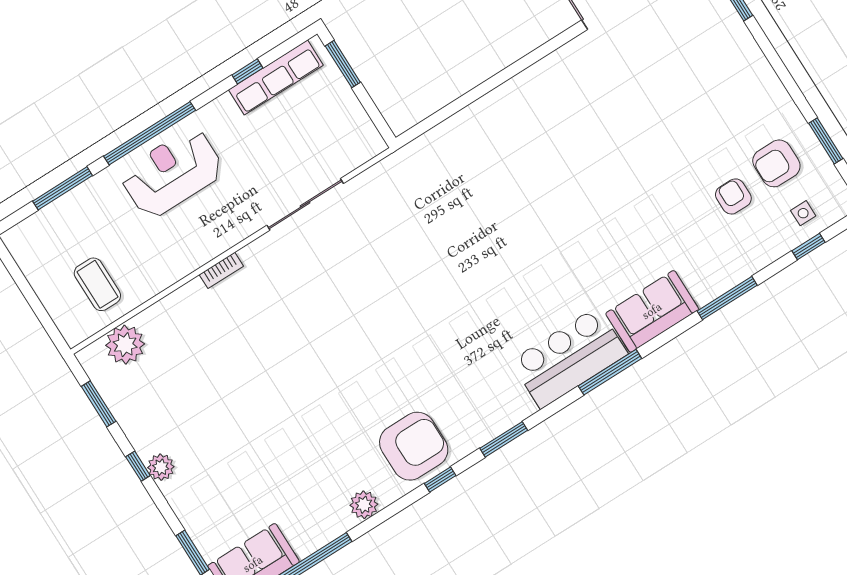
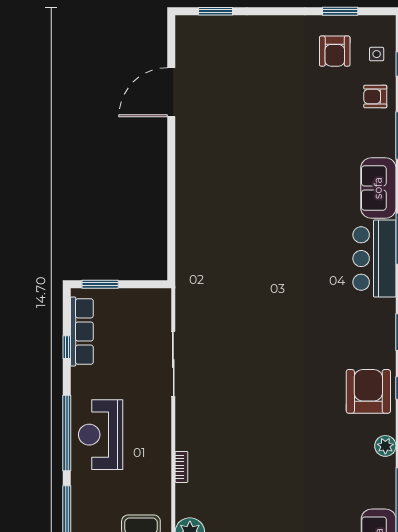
armchair: (733, 196) -> (375, 97), moved
bookcase: (221, 270) -> (181, 467), moved

